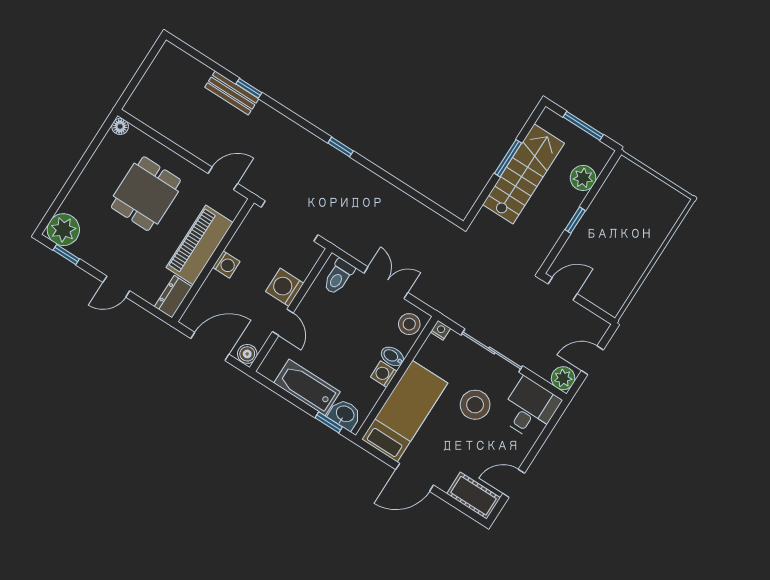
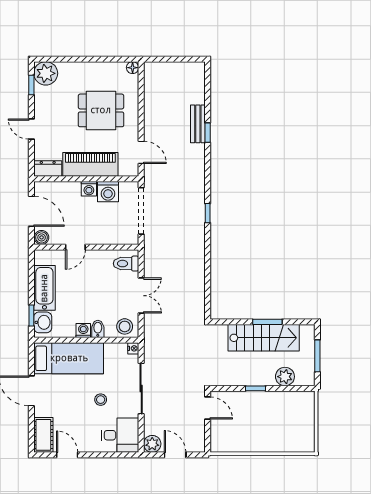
washing machine: (285, 287) -> (108, 192), moved, turned 180
stool: (475, 405) -> (101, 400), width x0.53, depth x0.53

